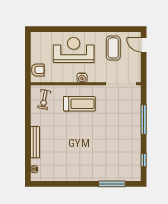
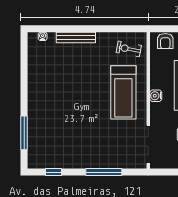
treadmill: (79, 104) -> (123, 92), width x1.37, depth x1.38

